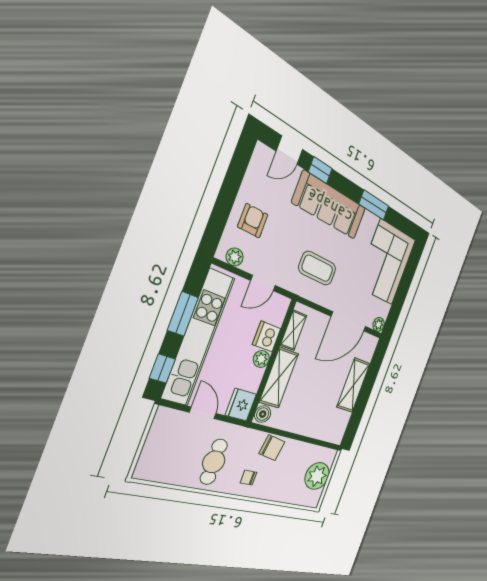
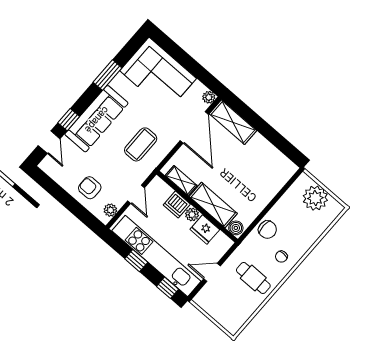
window: (183, 314) -> (136, 261), width x0.67
shelving: (353, 385) -> (233, 122), moved
fridge: (241, 405) -> (205, 230), moved
chair: (272, 448) -> (267, 230), turned 81

